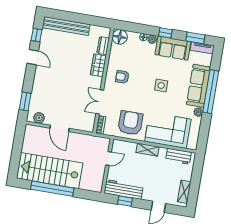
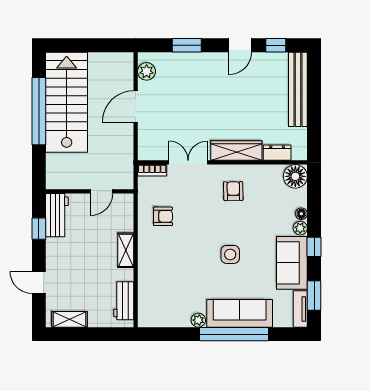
wardrobe: (98, 65) -> (236, 151), width x1.50
window: (25, 101) -> (187, 45), moved
armchair: (130, 123) -> (163, 216), width x0.53, depth x0.53
corner sofa: (168, 130) -> (162, 277), removed
door: (108, 158) -> (102, 191), hinge flipped
workbench: (124, 189) -> (57, 215), width x0.73

